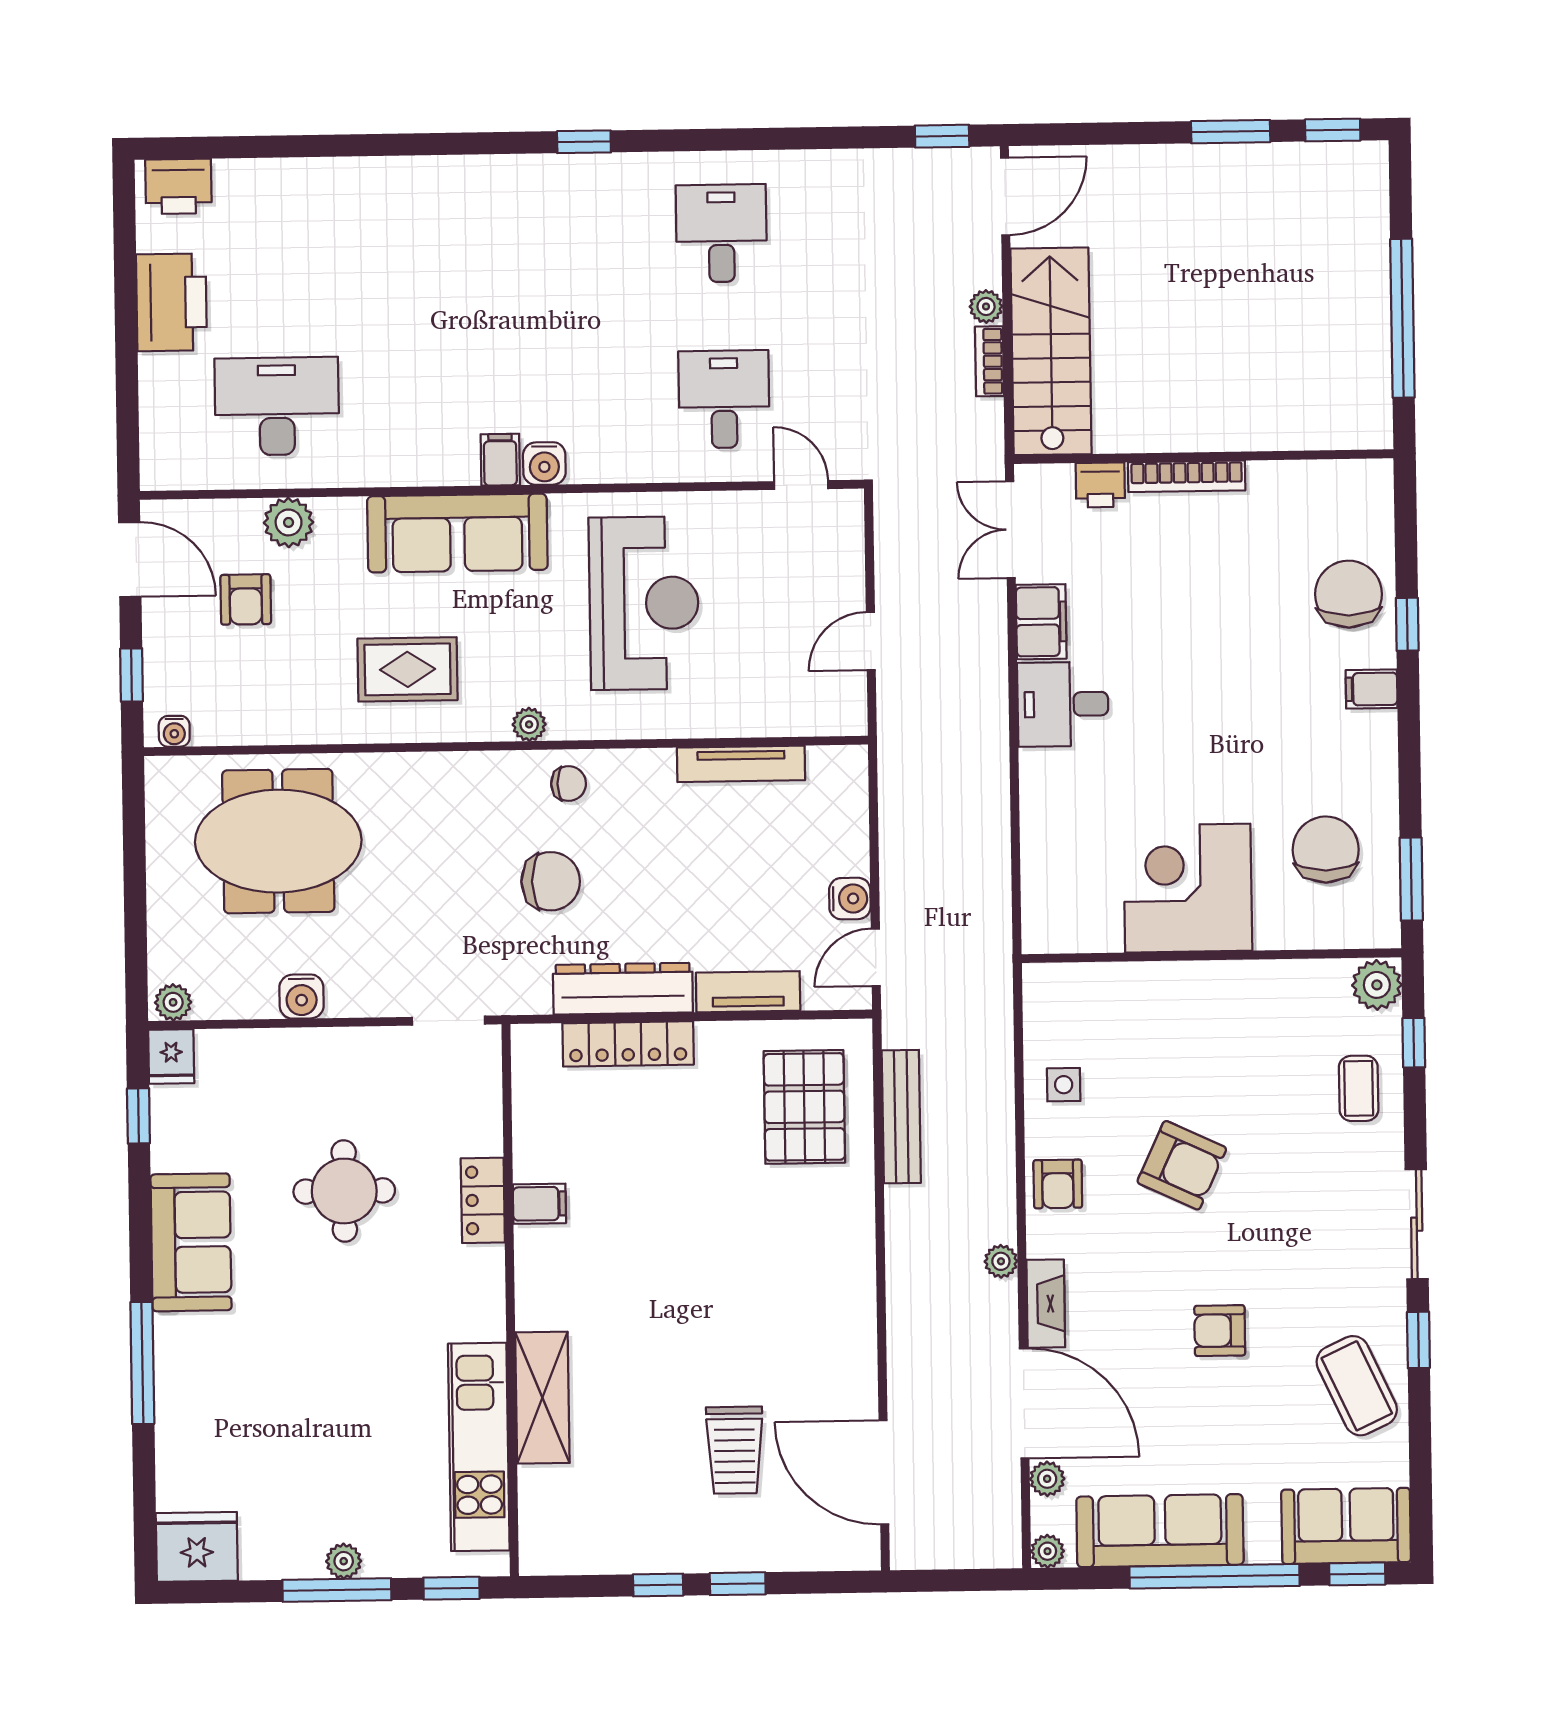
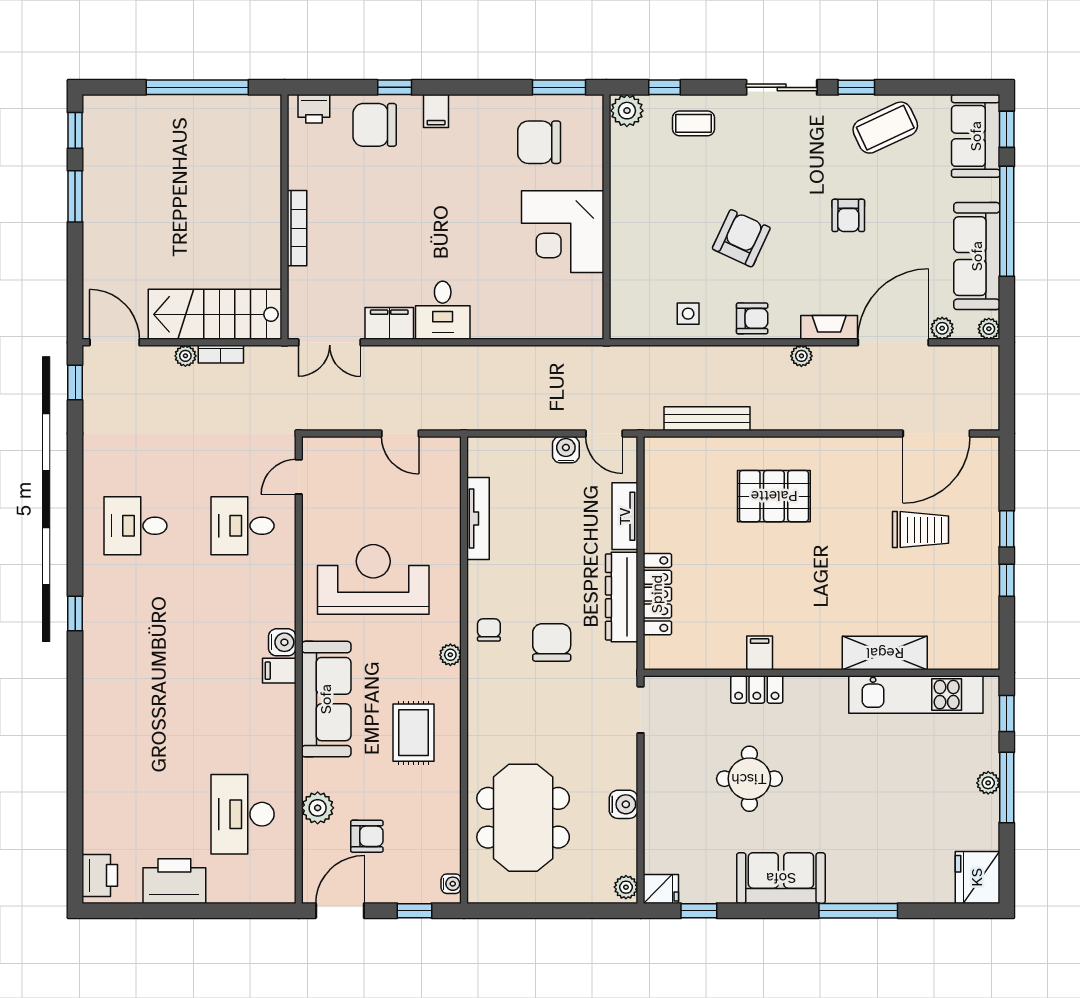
printer: (1100, 485) -> (314, 109), moved, turned 90
pallet: (804, 1107) -> (774, 496), moved

